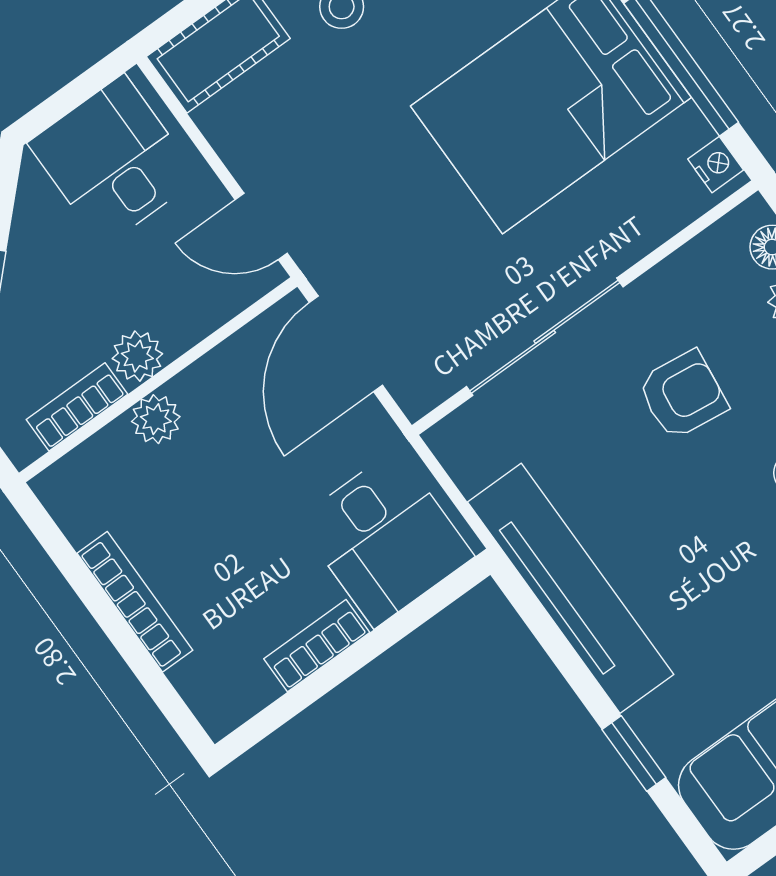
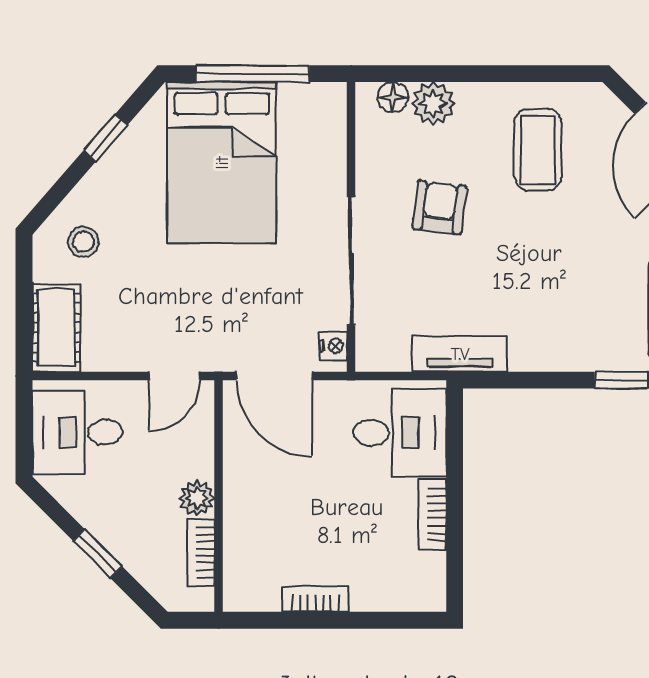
nightstand: (716, 165) -> (333, 346), moved, turned 90
plant: (156, 419) -> (240, 513), removed
tv unit: (571, 588) -> (460, 354), width x0.52, depth x0.78
bookcase: (135, 602) -> (316, 599), width x0.64

